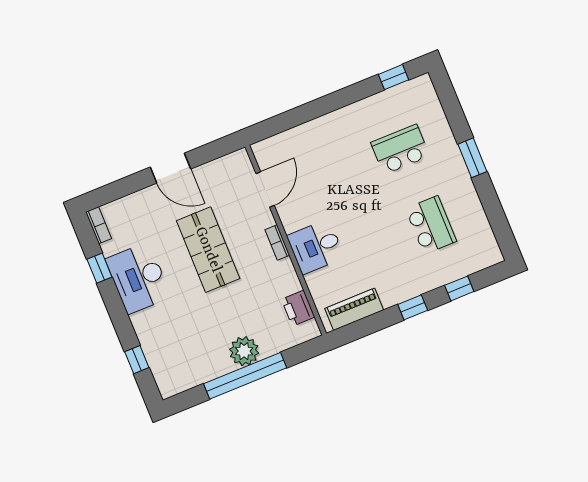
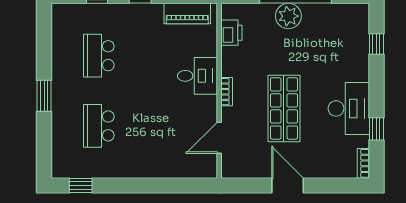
school desk: (400, 149) -> (99, 126), turned 90

